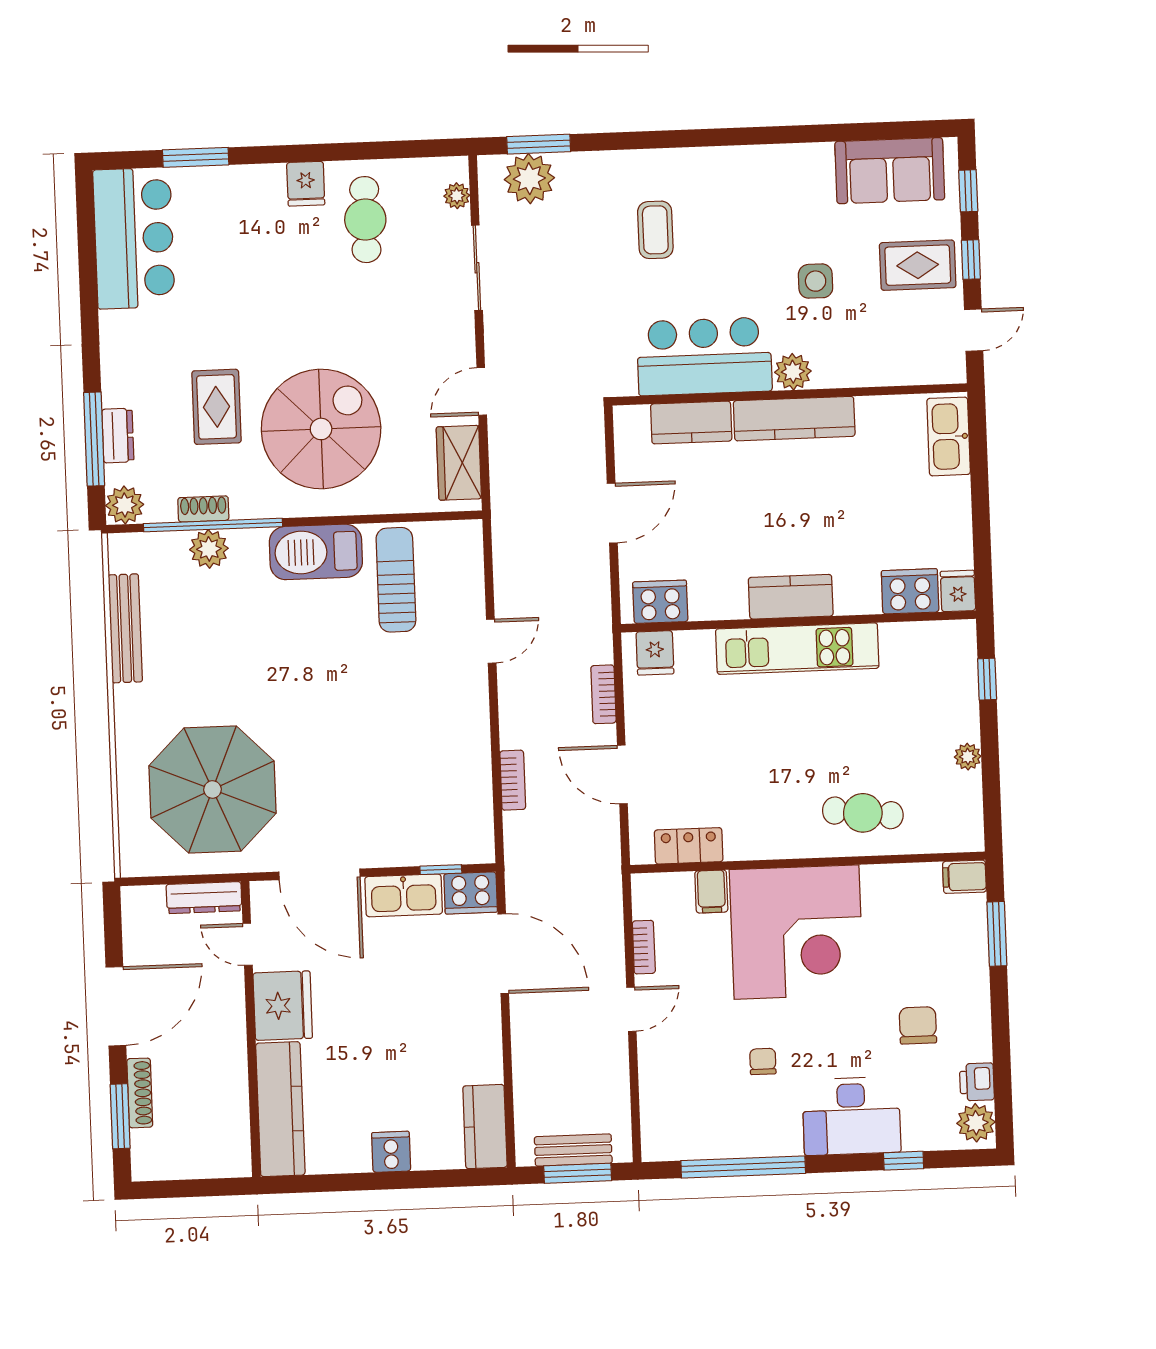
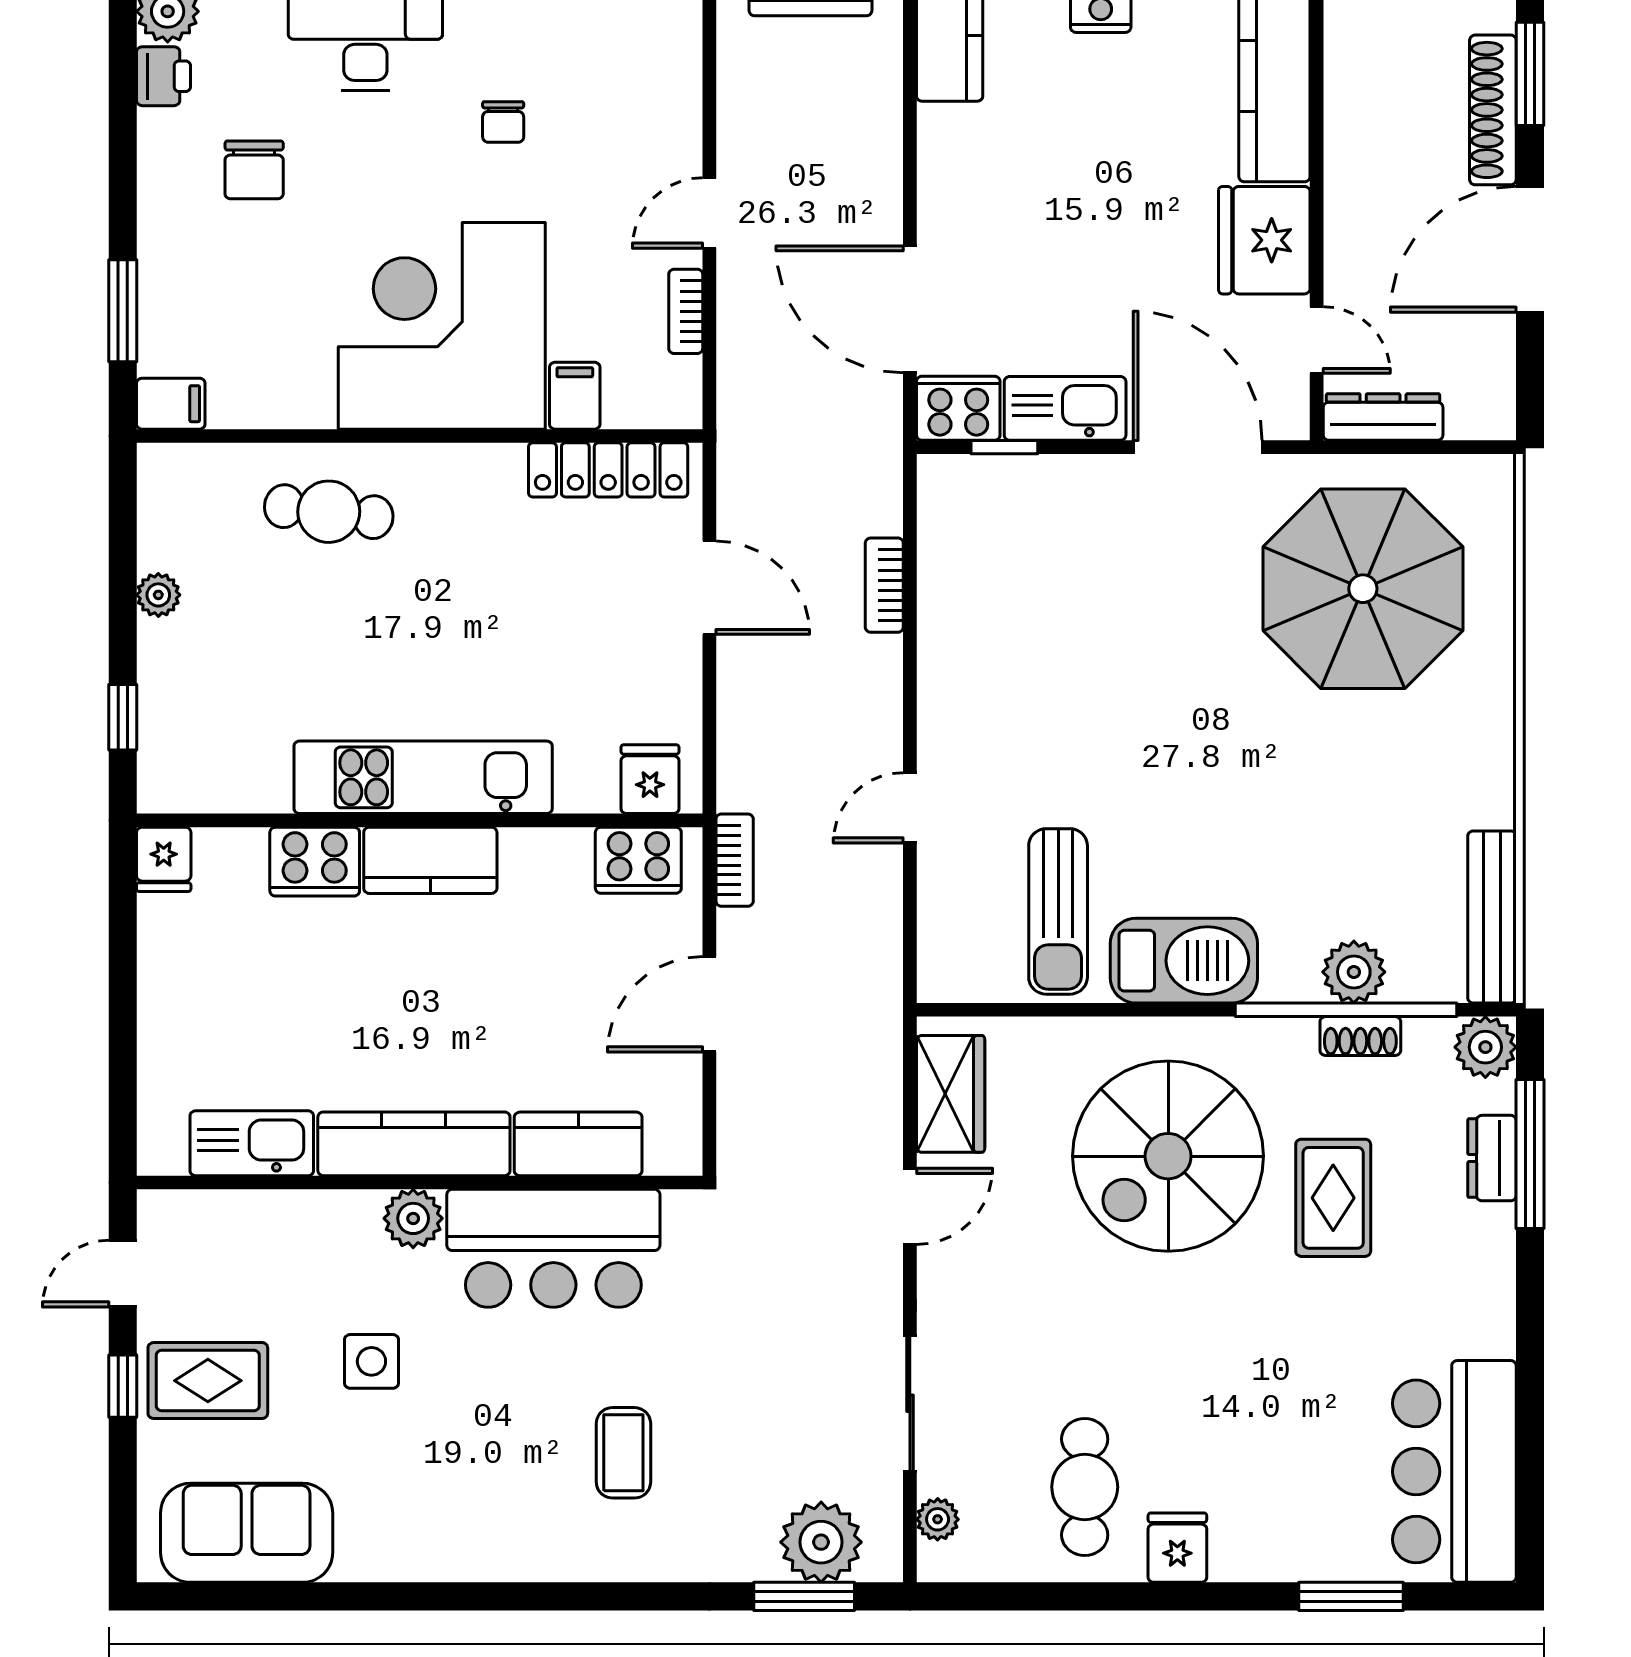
window: (968, 191) -> (123, 1496), removed
kitchen sink: (949, 436) -> (252, 1143), moved, turned -90
cooker: (910, 591) -> (315, 862), moved
bench: (125, 628) -> (1492, 917), moved
bookcase: (603, 694) -> (735, 860), moved
locker: (689, 846) -> (608, 470), width x1.53
shoe rack: (140, 1093) -> (1493, 110), width x1.36, depth x1.24

